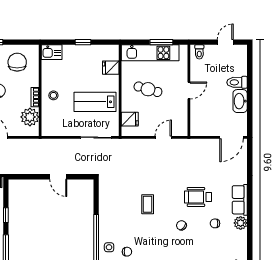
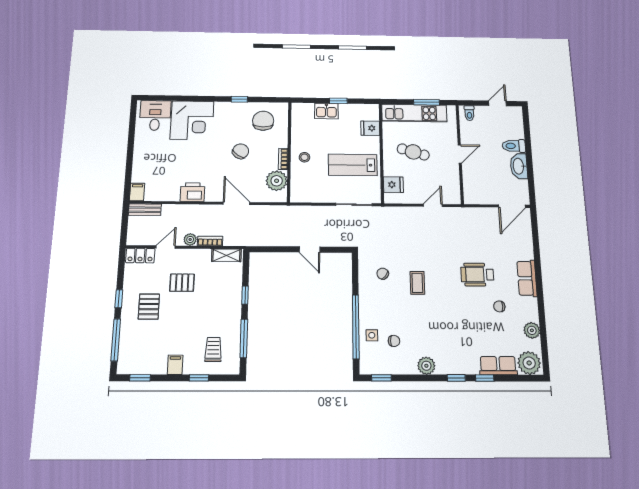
kitchen sink: (52, 52) -> (326, 111), moved
plant: (241, 223) -> (532, 330), moved
chair: (181, 225) -> (383, 274), moved

